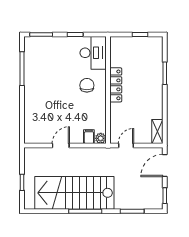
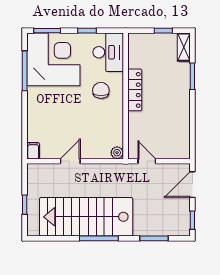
corner desk: (46, 59) -> (53, 59), added
shelving: (157, 132) -> (184, 47), moved
filing cabinet: (89, 137) -> (33, 151), moved
door: (126, 146) -> (147, 161), hinge flipped

